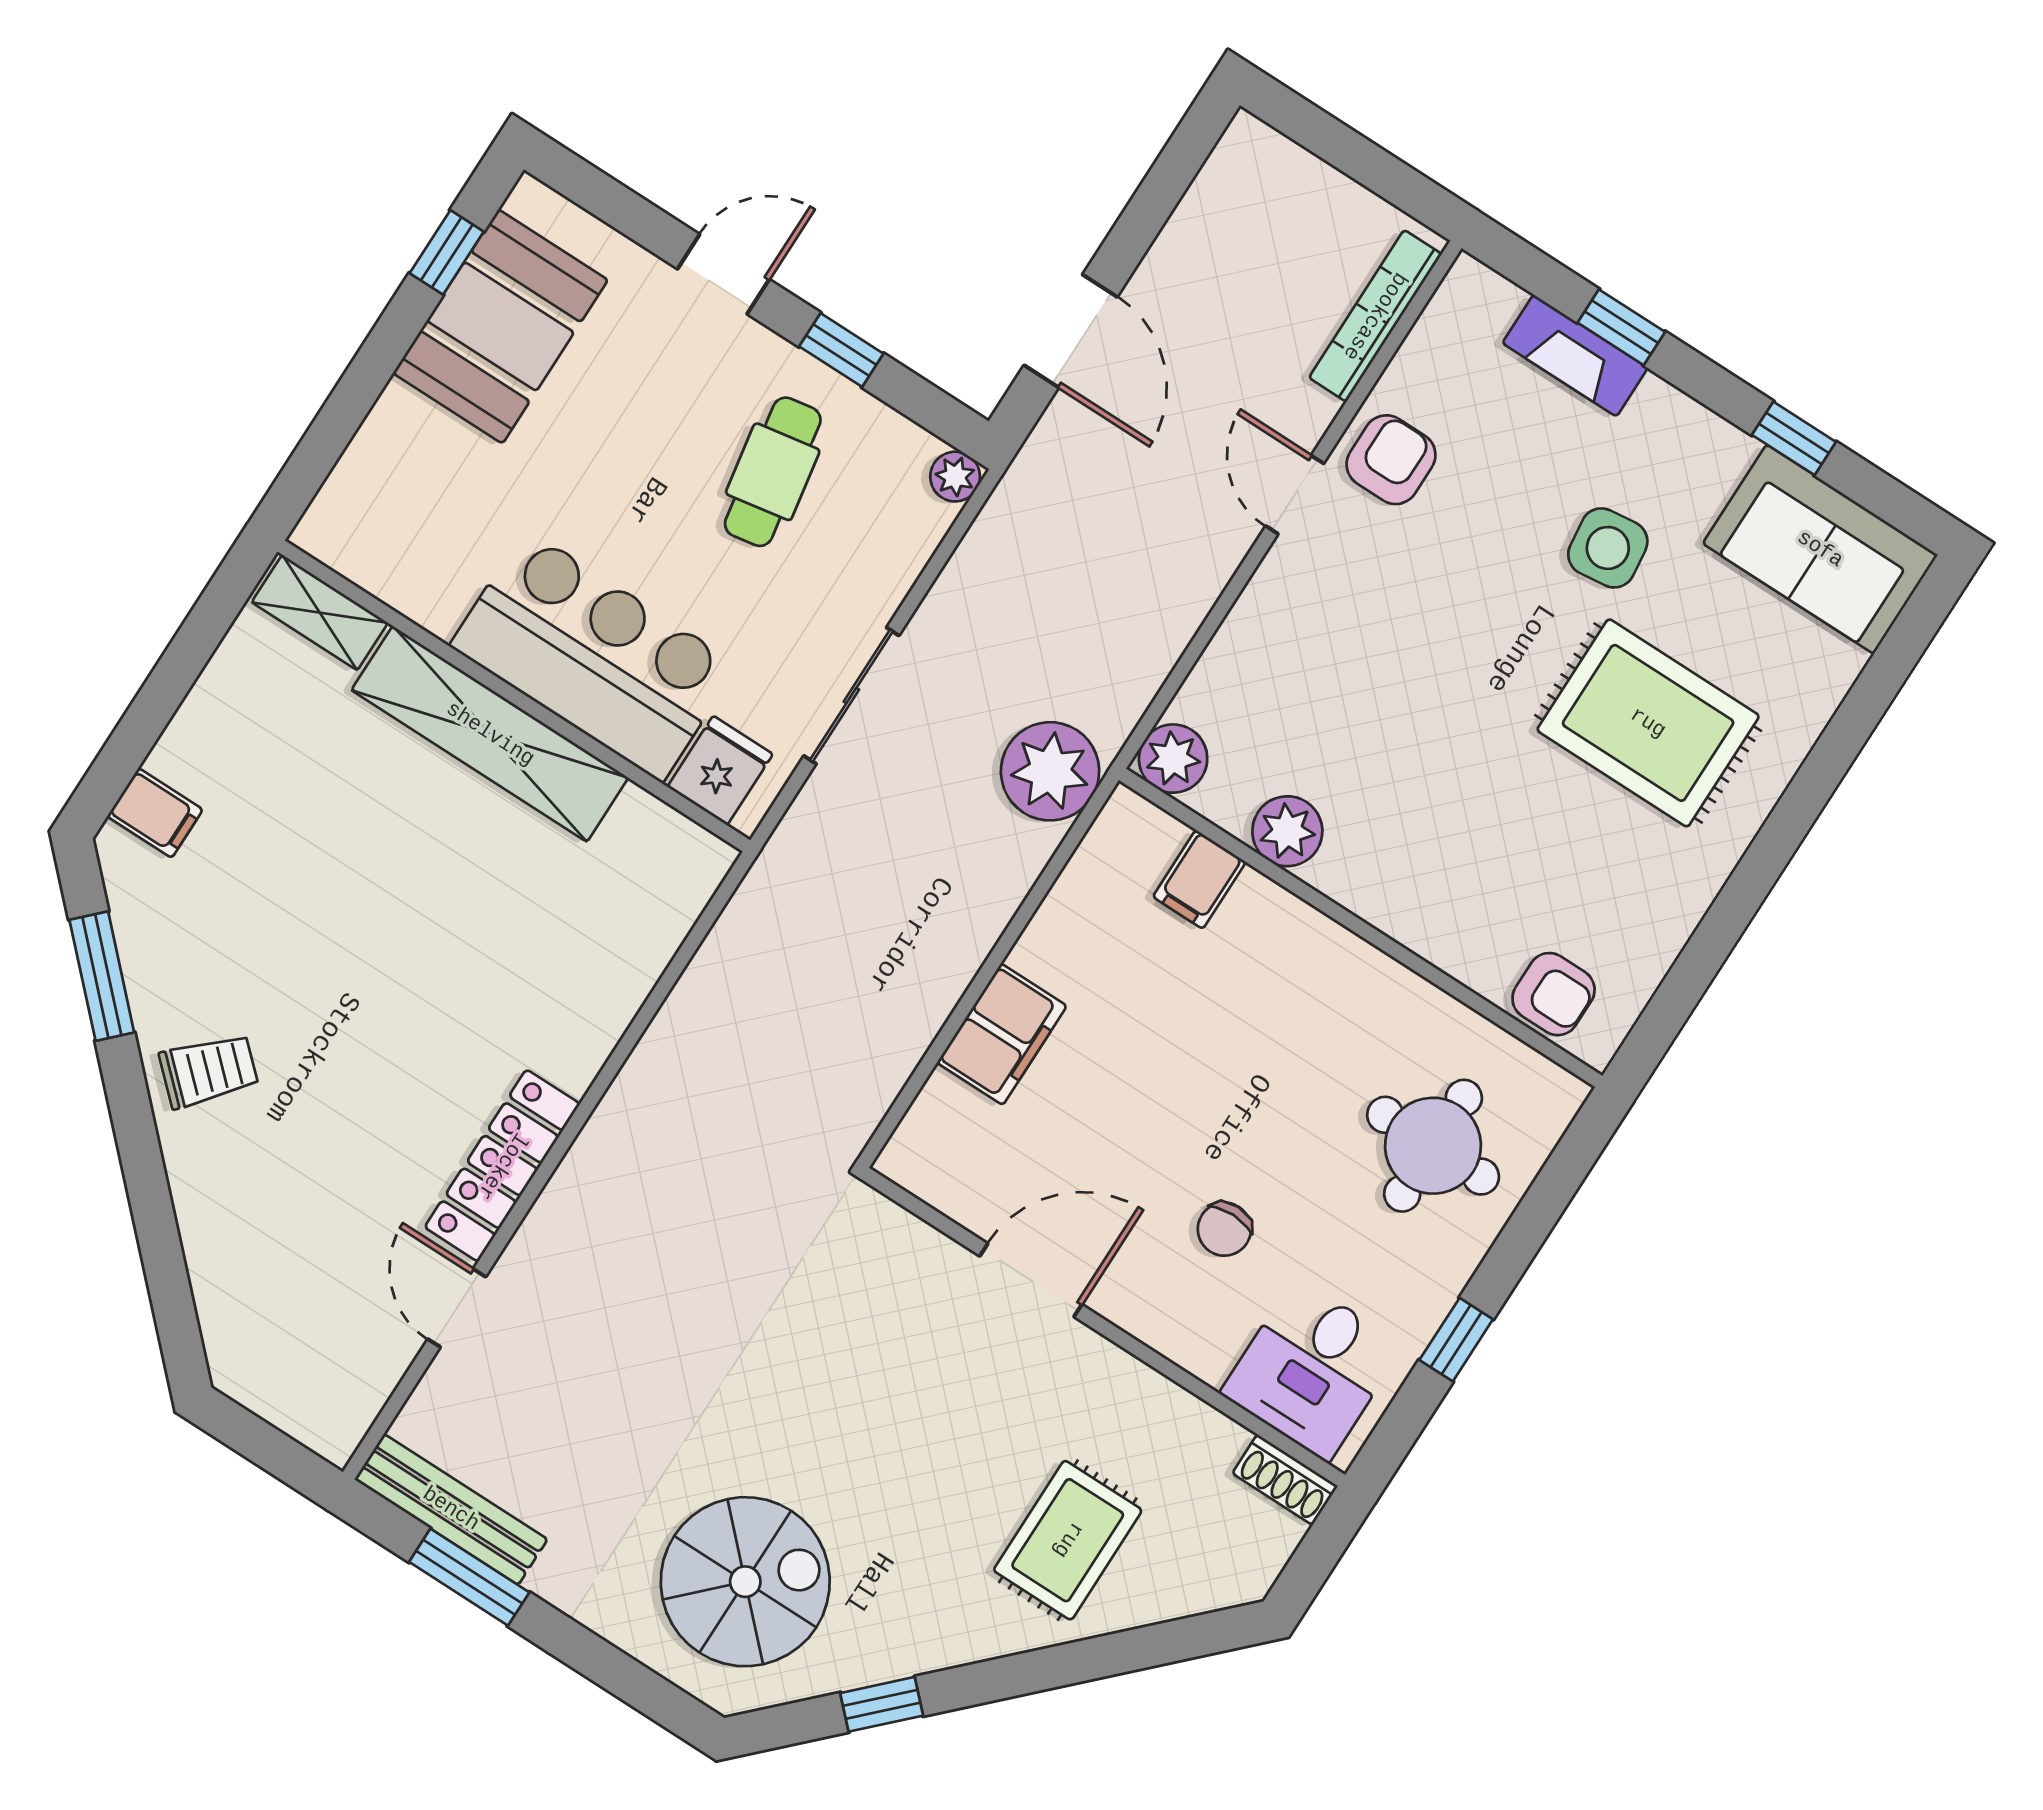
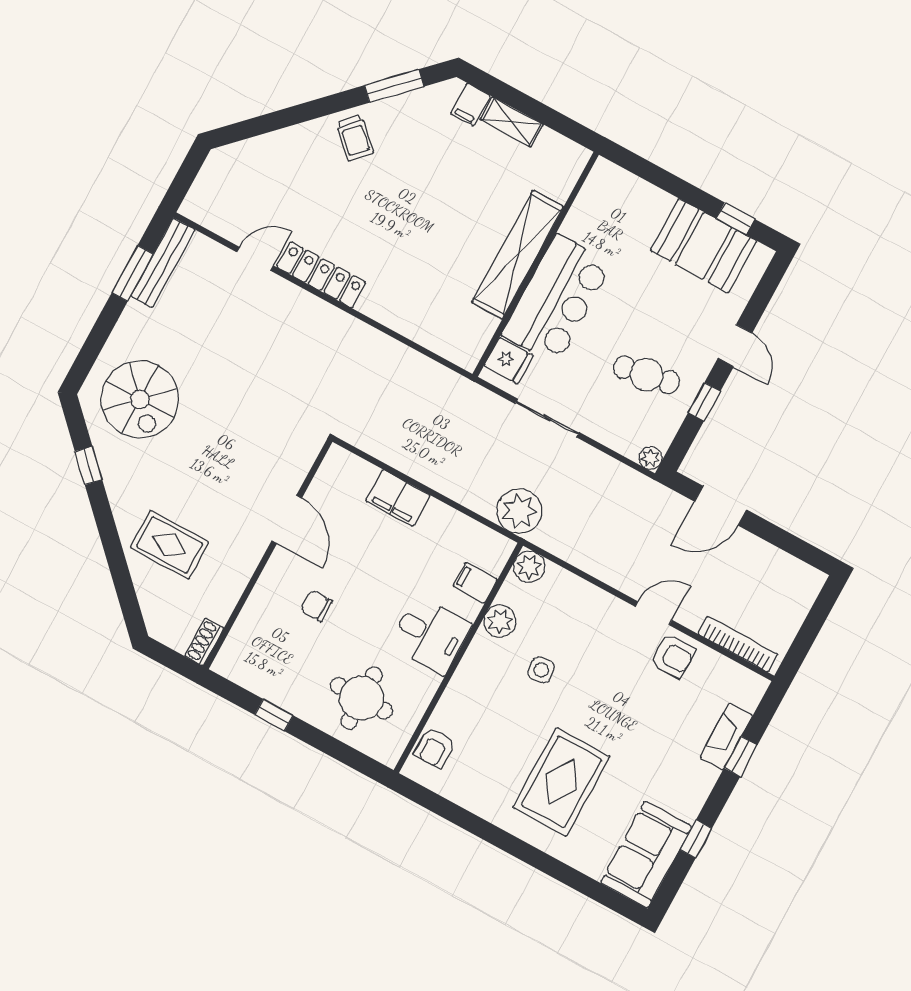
side table: (1608, 548) -> (541, 670), moved, width x0.73, depth x0.73
shelving: (320, 613) -> (512, 122), moved, turned 90
desk: (1312, 1369) -> (430, 635), moved, turned 180

